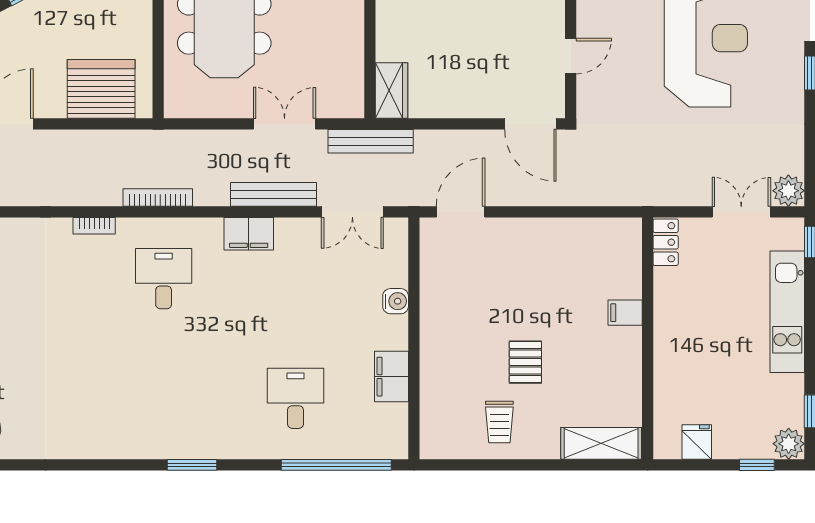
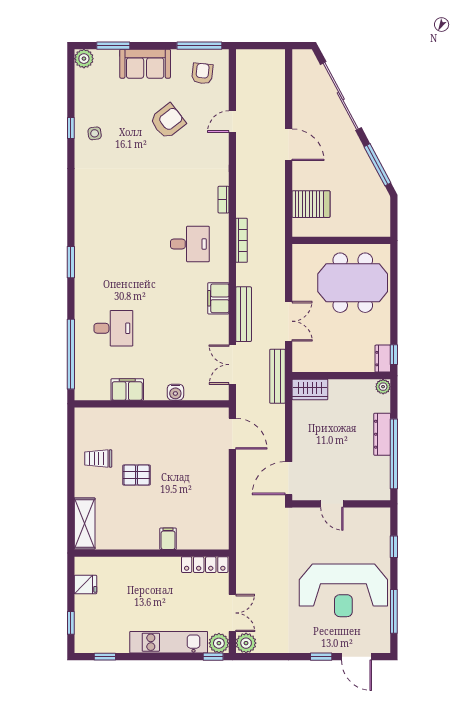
server rack: (101, 89) -> (311, 204), width x0.62
locker: (666, 242) -> (205, 565), width x1.53
plant: (789, 444) -> (219, 643), moved

